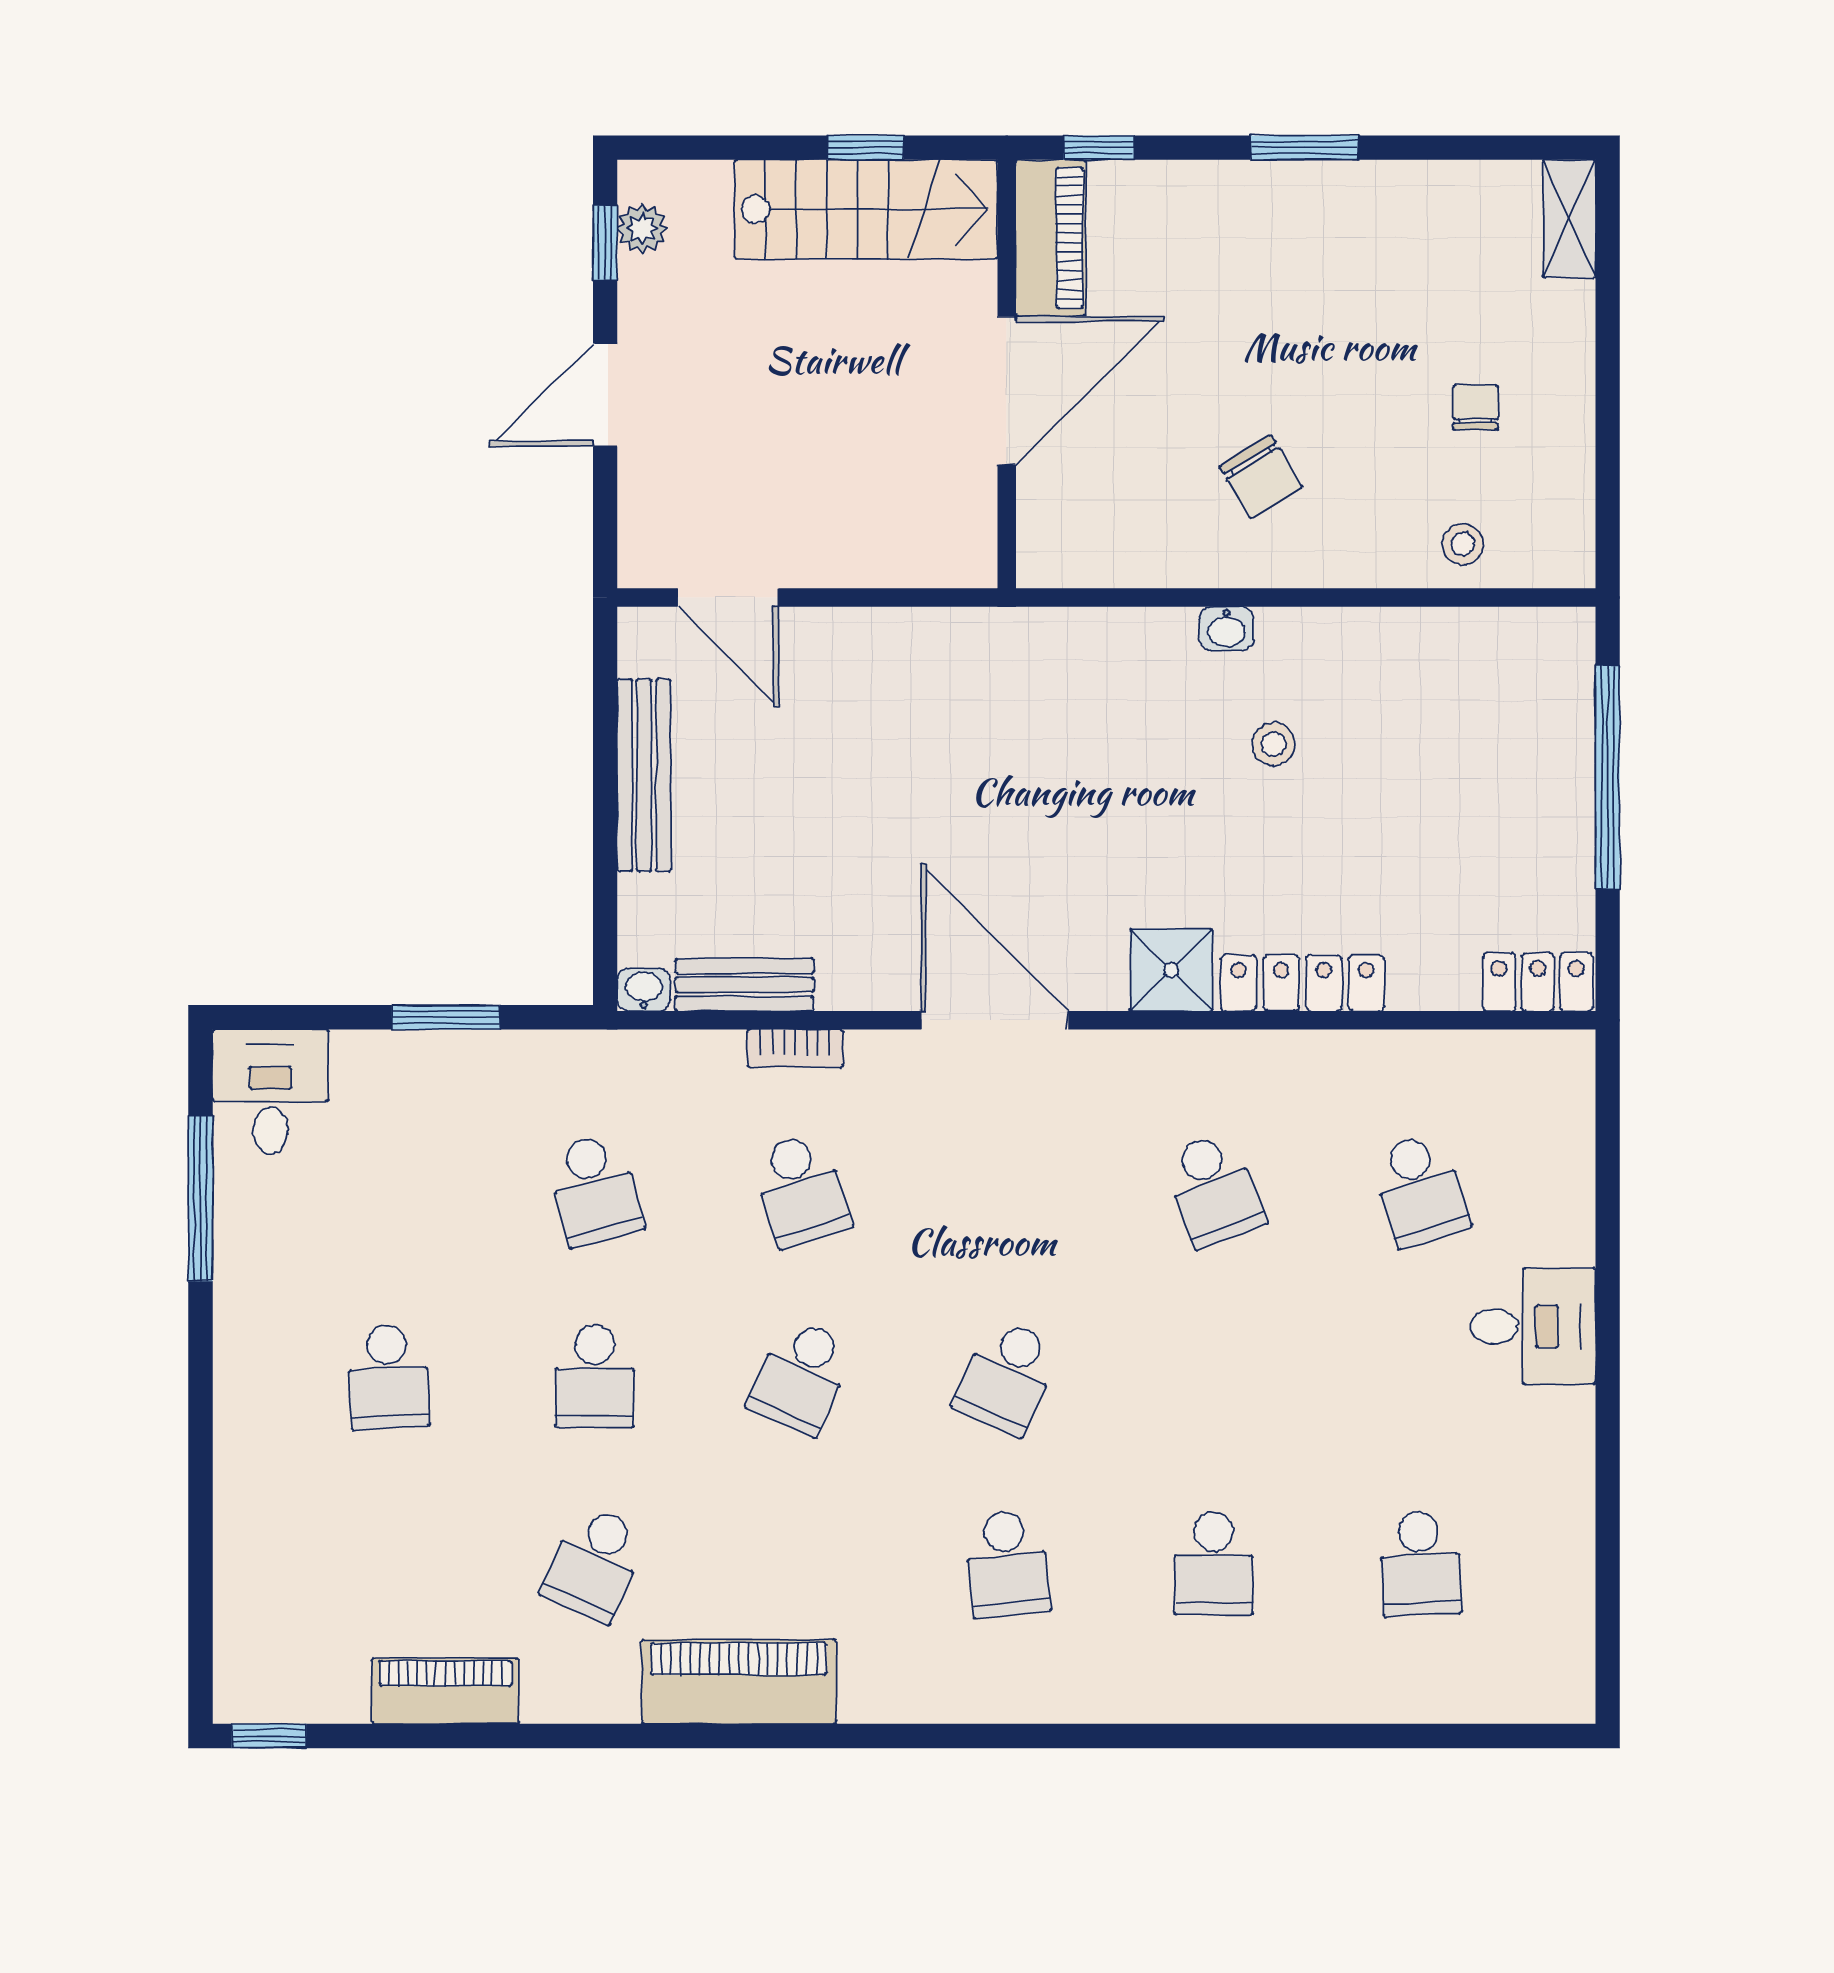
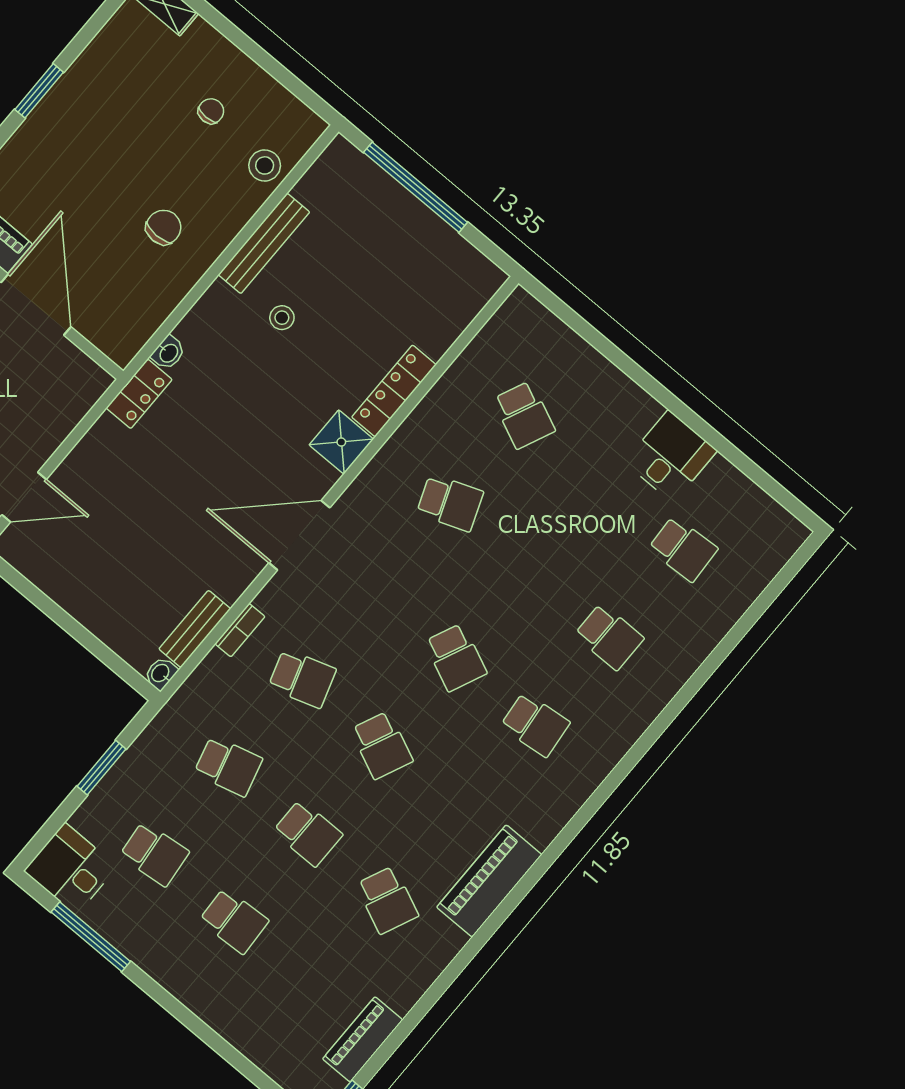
chair: (1475, 407) -> (211, 111), turned 90
chair: (1261, 477) -> (164, 227), turned -59
stool: (1463, 544) -> (265, 165), width x1.37, depth x1.37
washbasin: (1226, 629) -> (168, 353), moved
bench: (644, 775) -> (264, 243), moved, turned 90
locker: (1538, 982) -> (139, 394), moved, turned 180
school desk: (388, 1190) -> (154, 854), added
school desk: (1420, 1190) -> (524, 415), turned 42
desk: (1533, 1326) -> (671, 456), moved
piano: (445, 1691) -> (363, 1039), moved

